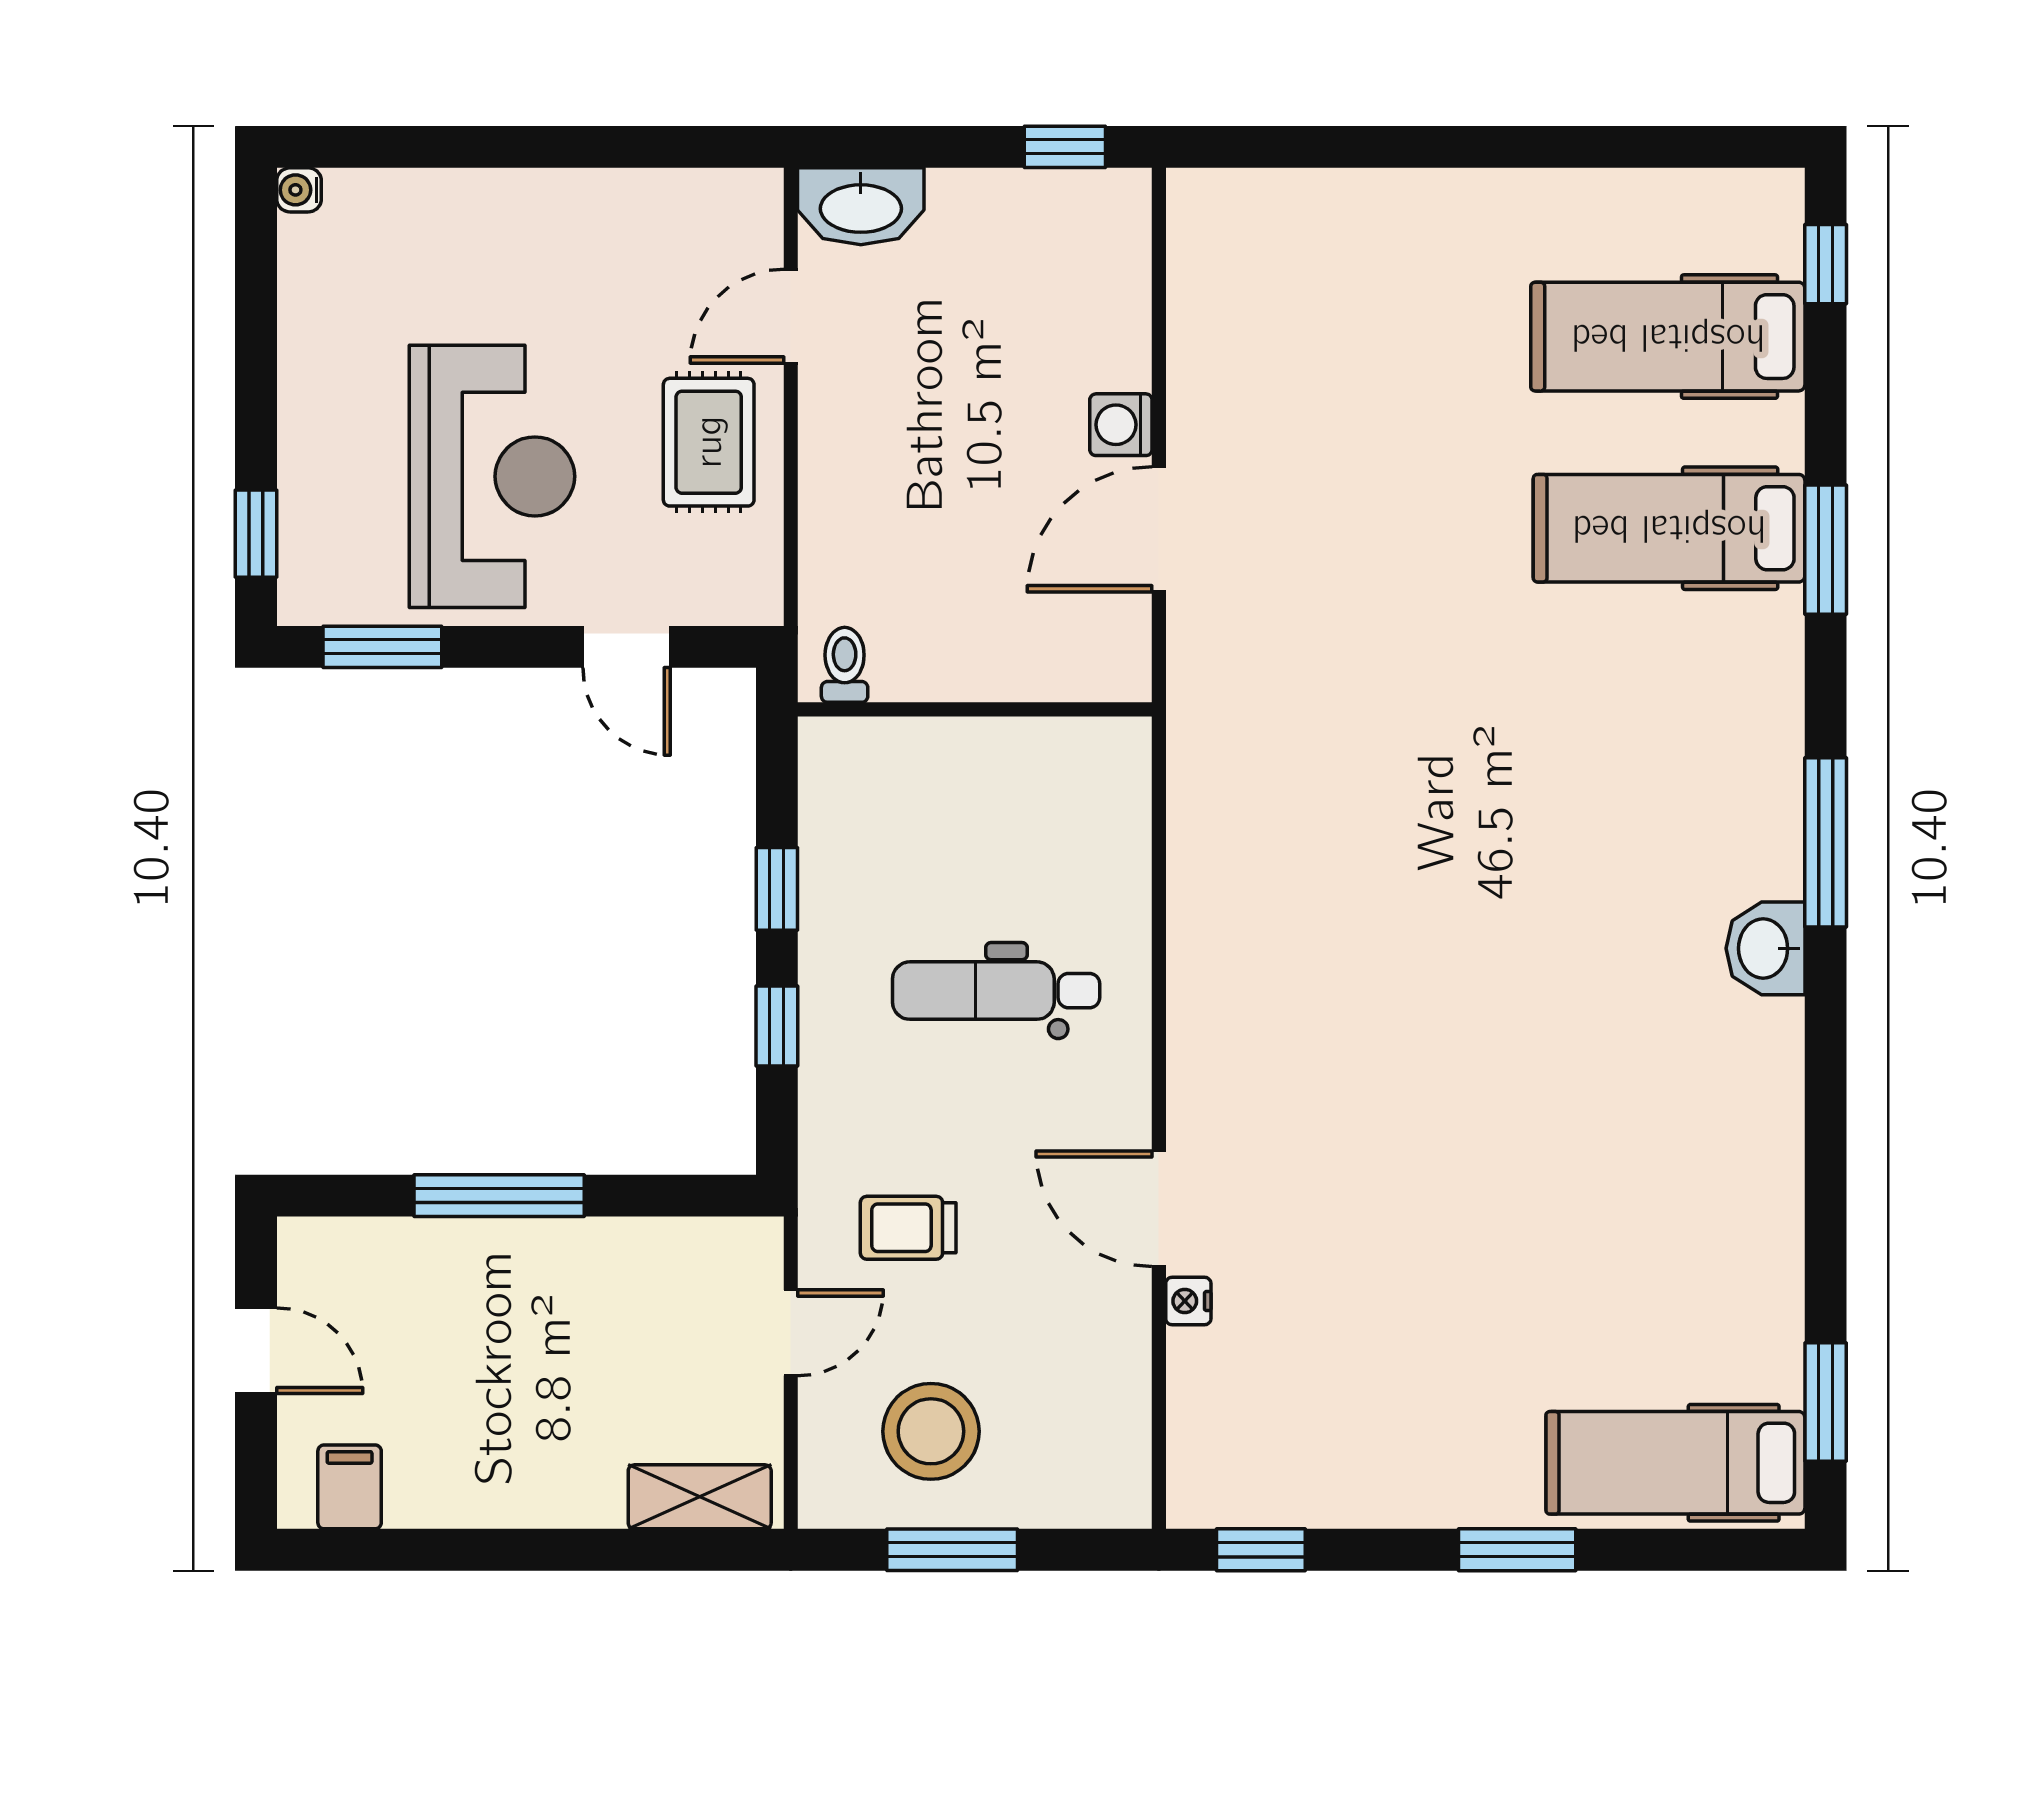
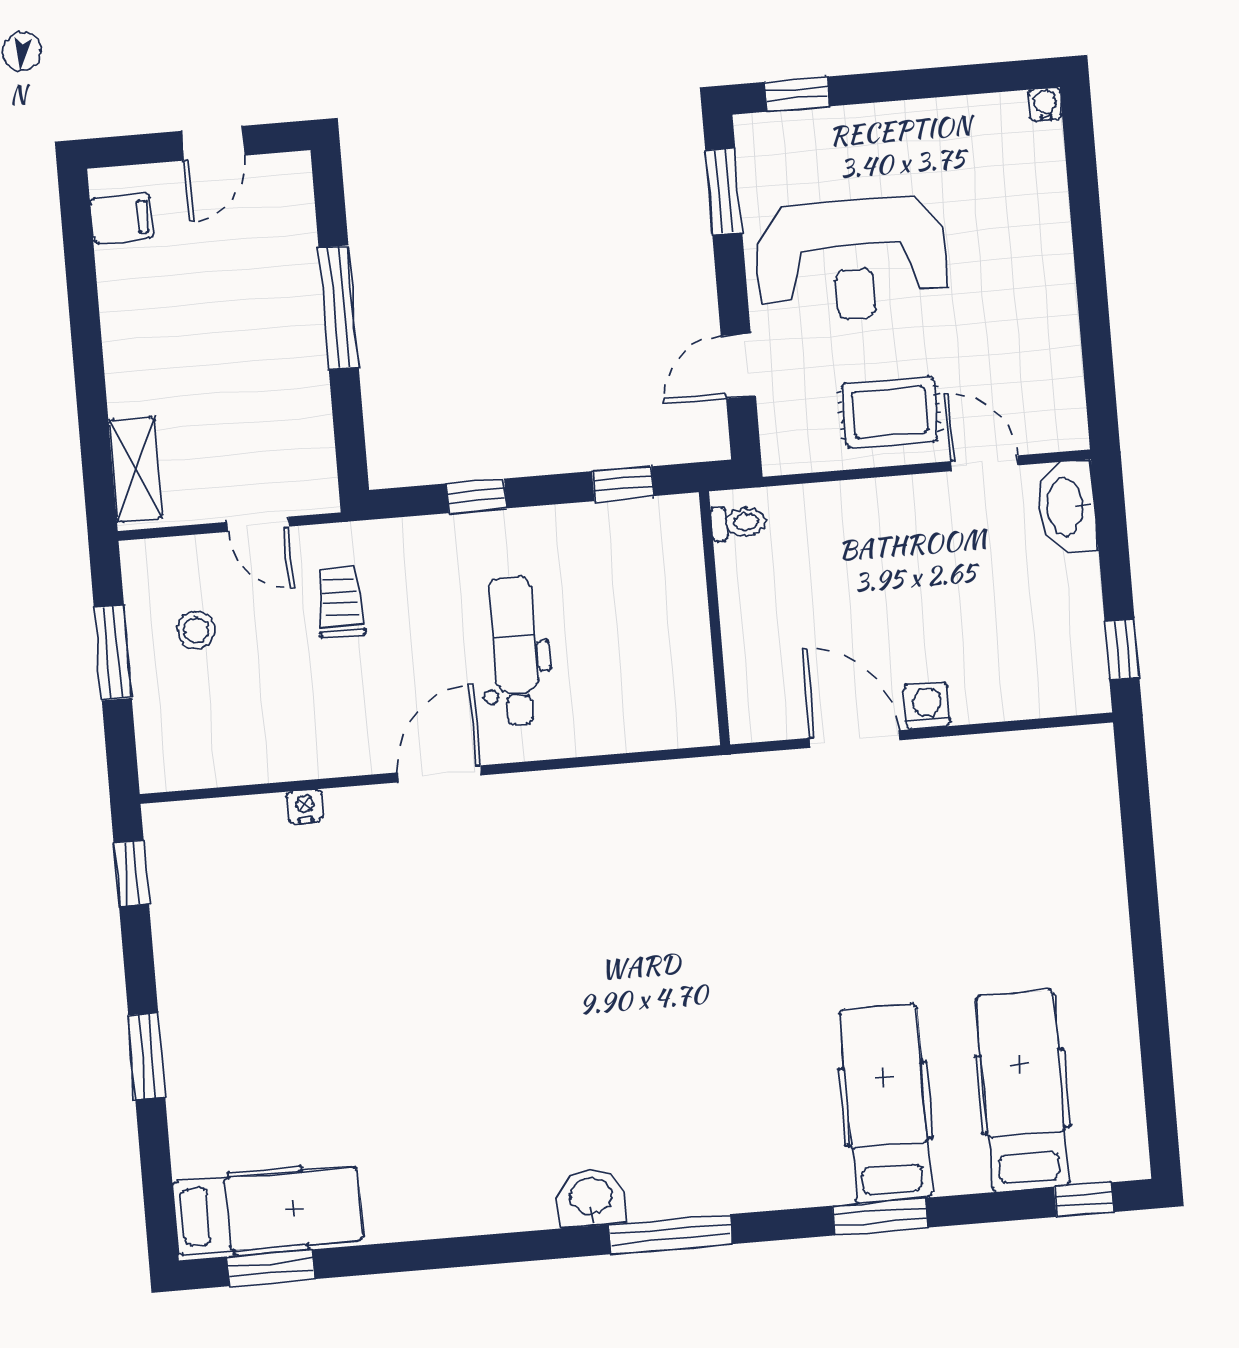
window: (777, 889) -> (623, 484), moved
door: (1159, 1209) -> (439, 774), moved
stool: (931, 1431) -> (196, 630), width x0.53, depth x0.53
hospital bed: (1675, 1463) -> (268, 1211), moved, turned 90

